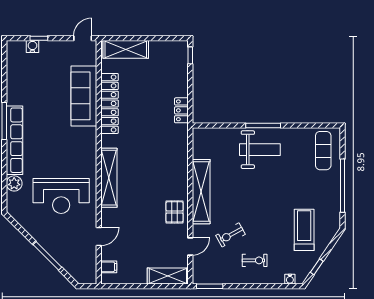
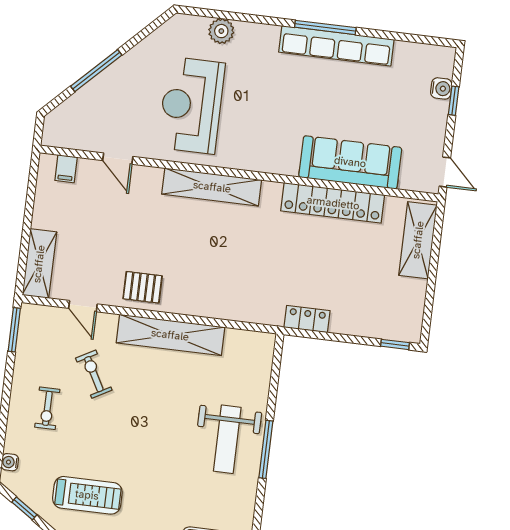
row of seats: (15, 140) -> (336, 46), moved

